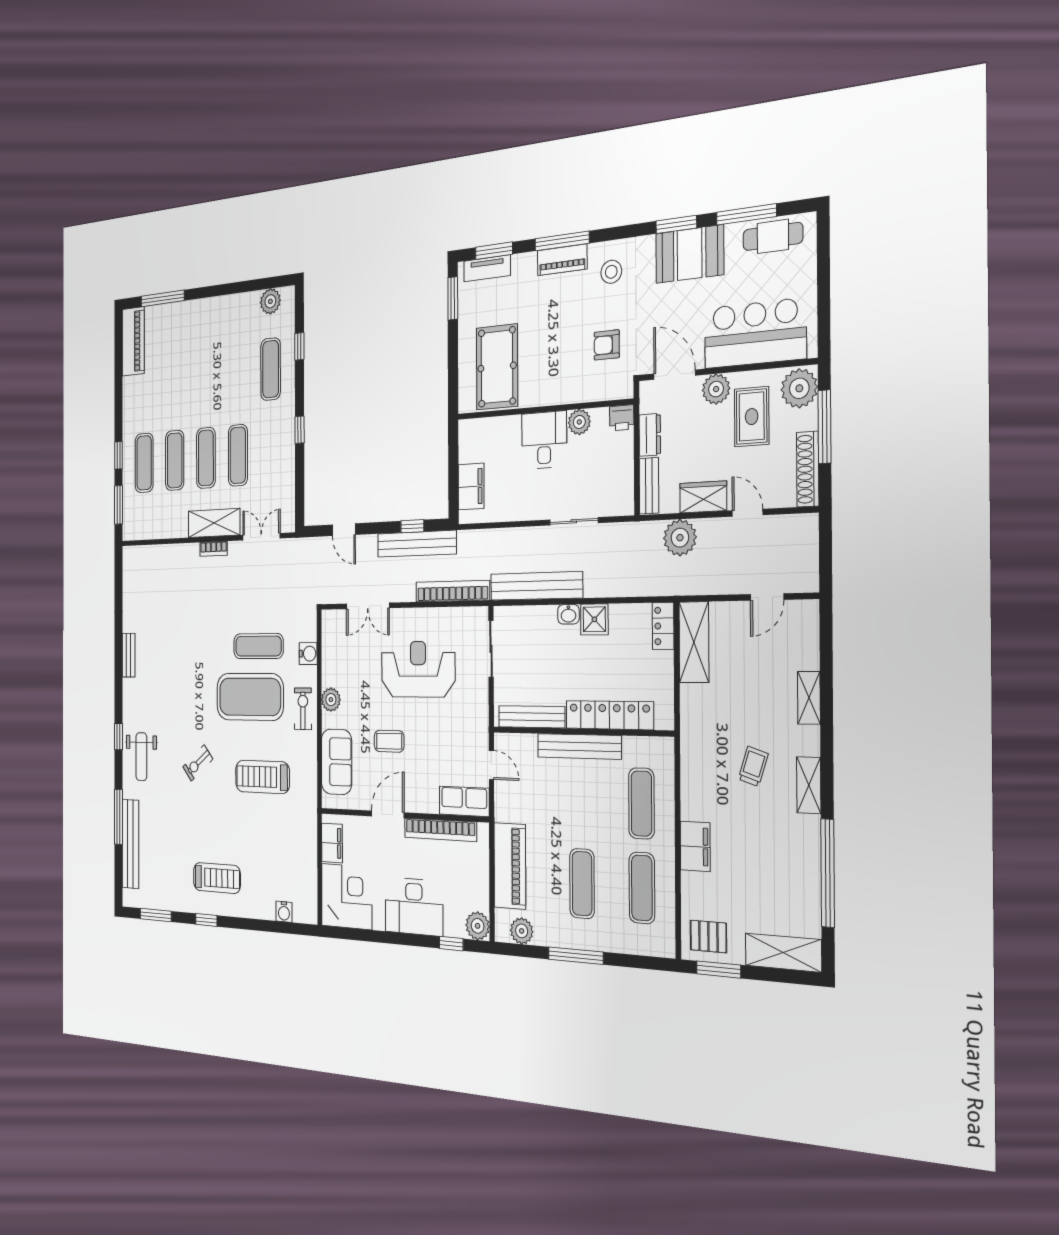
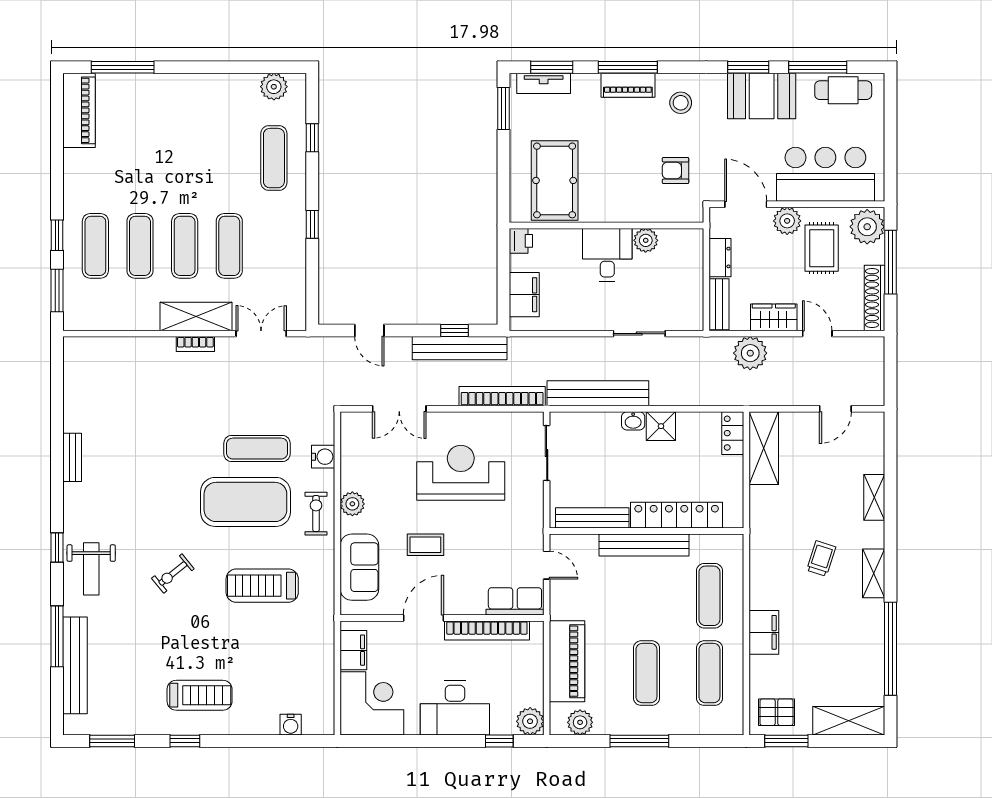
printer: (622, 418) -> (521, 241), moved, turned -90

